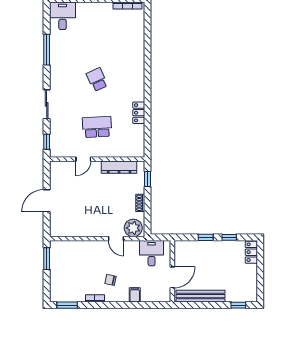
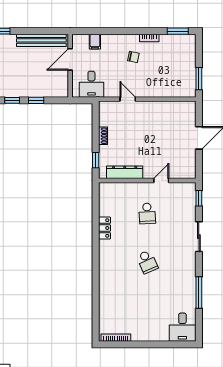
school desk: (97, 127) -> (147, 213), width x0.54
plant: (133, 228) -> (110, 110), removed
filing cabinet: (135, 295) -> (95, 42), moved

